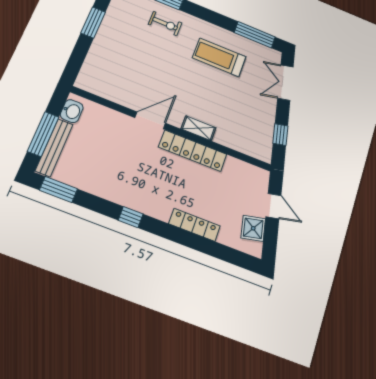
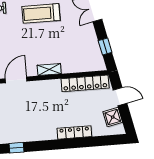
locker: (193, 151) -> (85, 83), moved
window: (131, 217) -> (17, 148), moved

